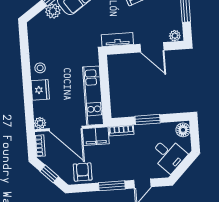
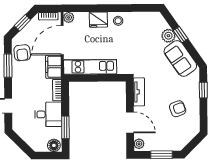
door: (152, 47) -> (130, 123), swing flipped
window: (148, 120) -> (65, 127), moved
desk: (168, 155) -> (48, 114), moved, turned -135
armchair: (83, 172) -> (22, 53), turned 84
window: (112, 186) -> (8, 66), moved

